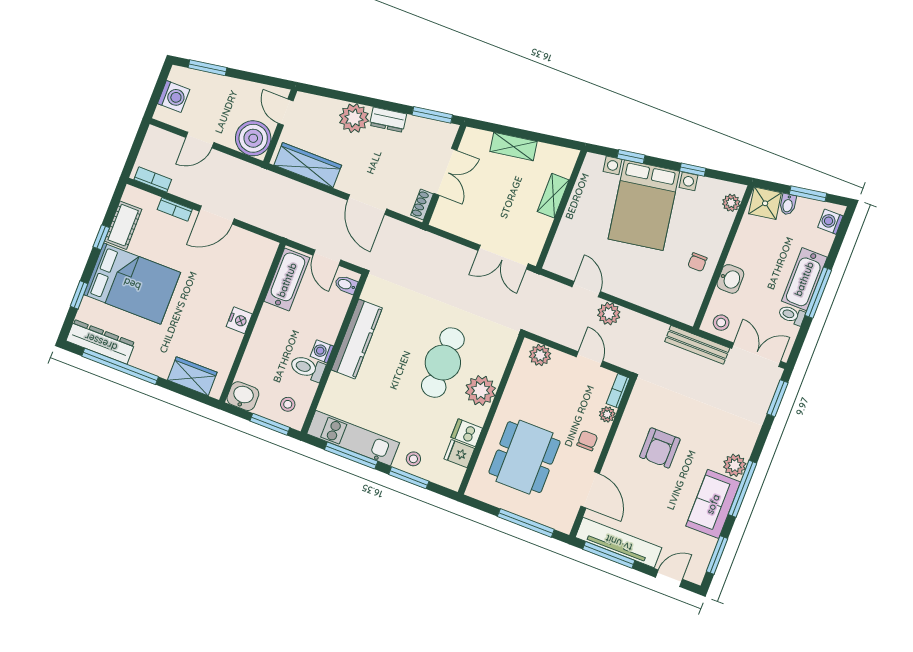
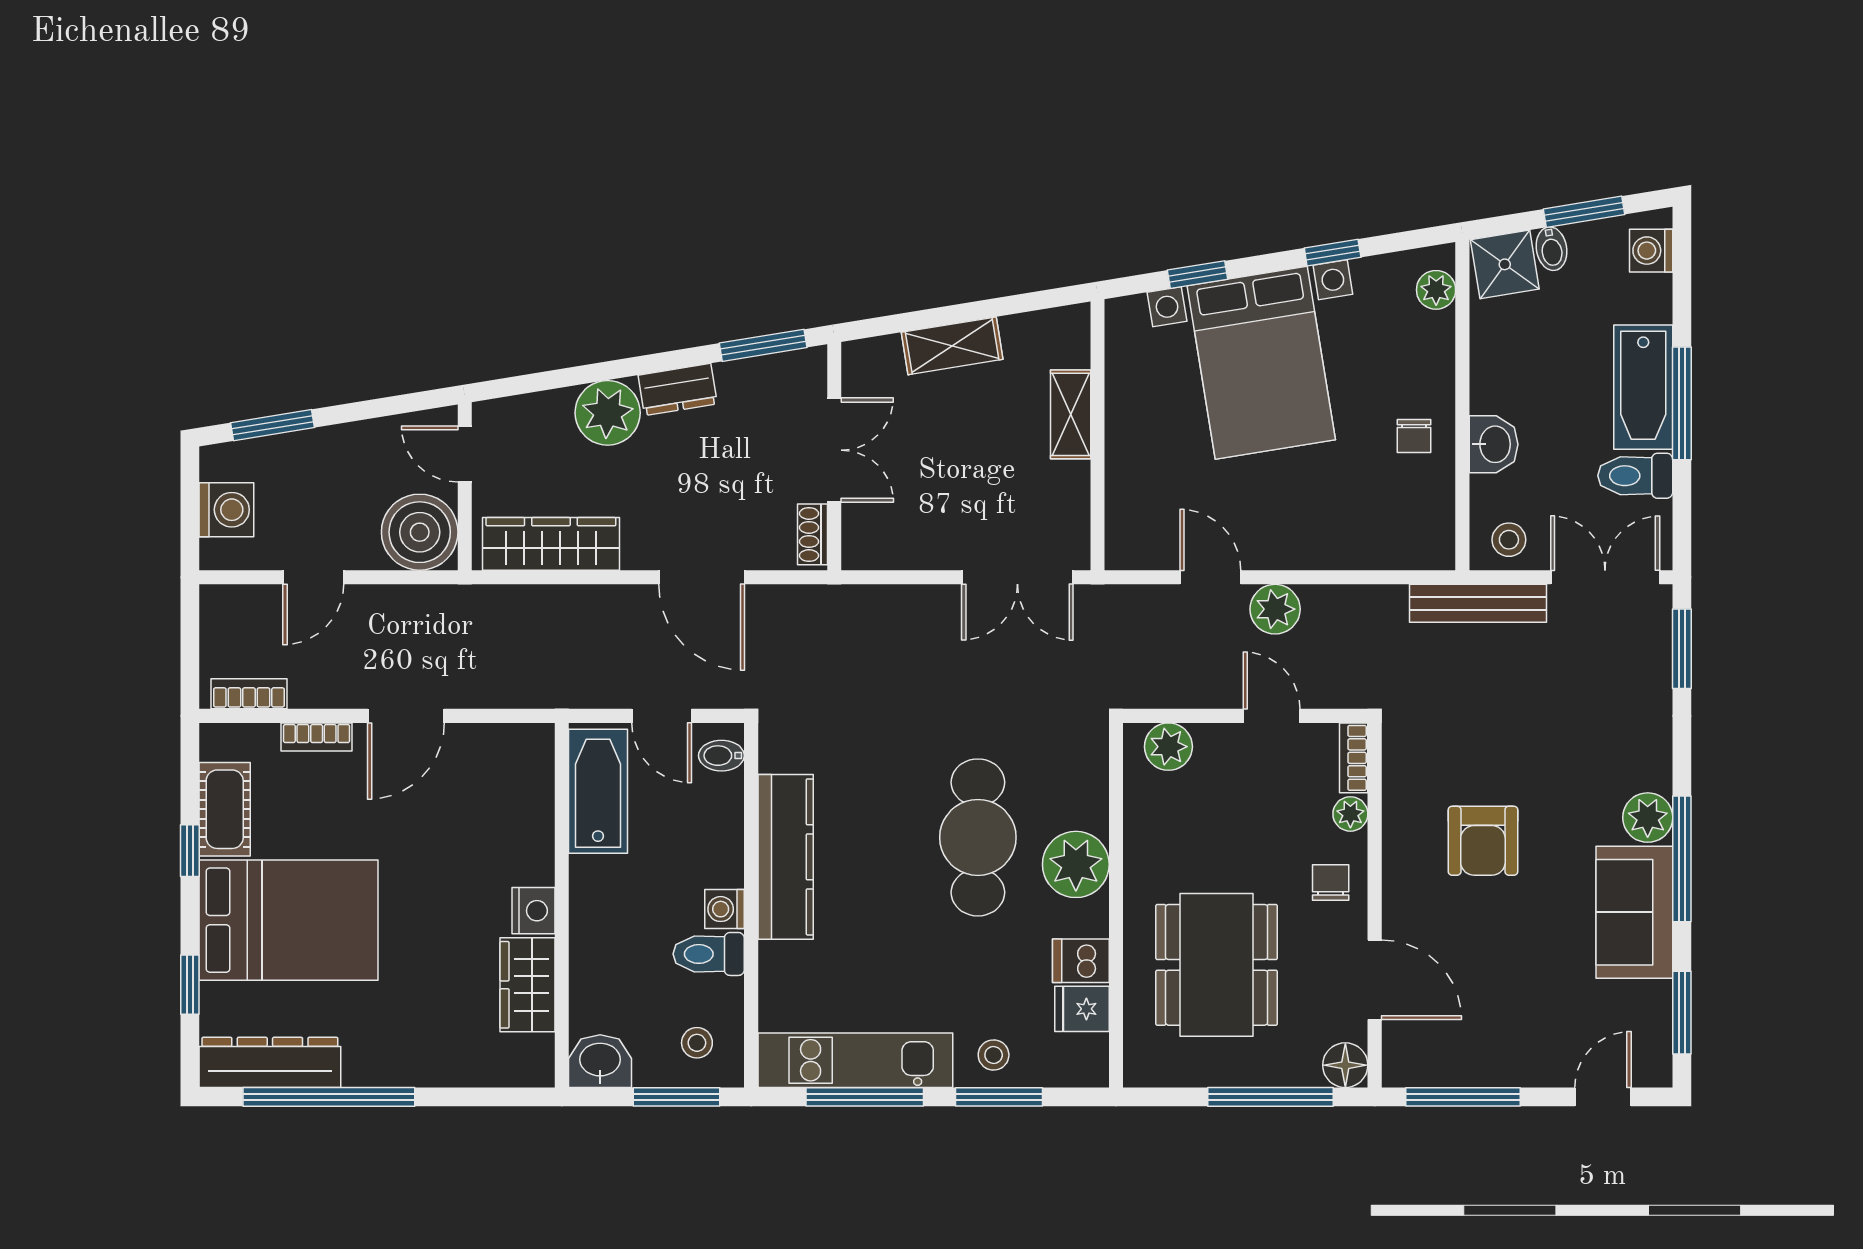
toilet: (792, 315) -> (1635, 476), width x1.37, depth x1.39
wardrobe: (192, 376) -> (528, 985), moved, turned -90
floor lamp: (563, 522) -> (1345, 1065), added
tv unit: (619, 543) -> (1473, 1064), removed

